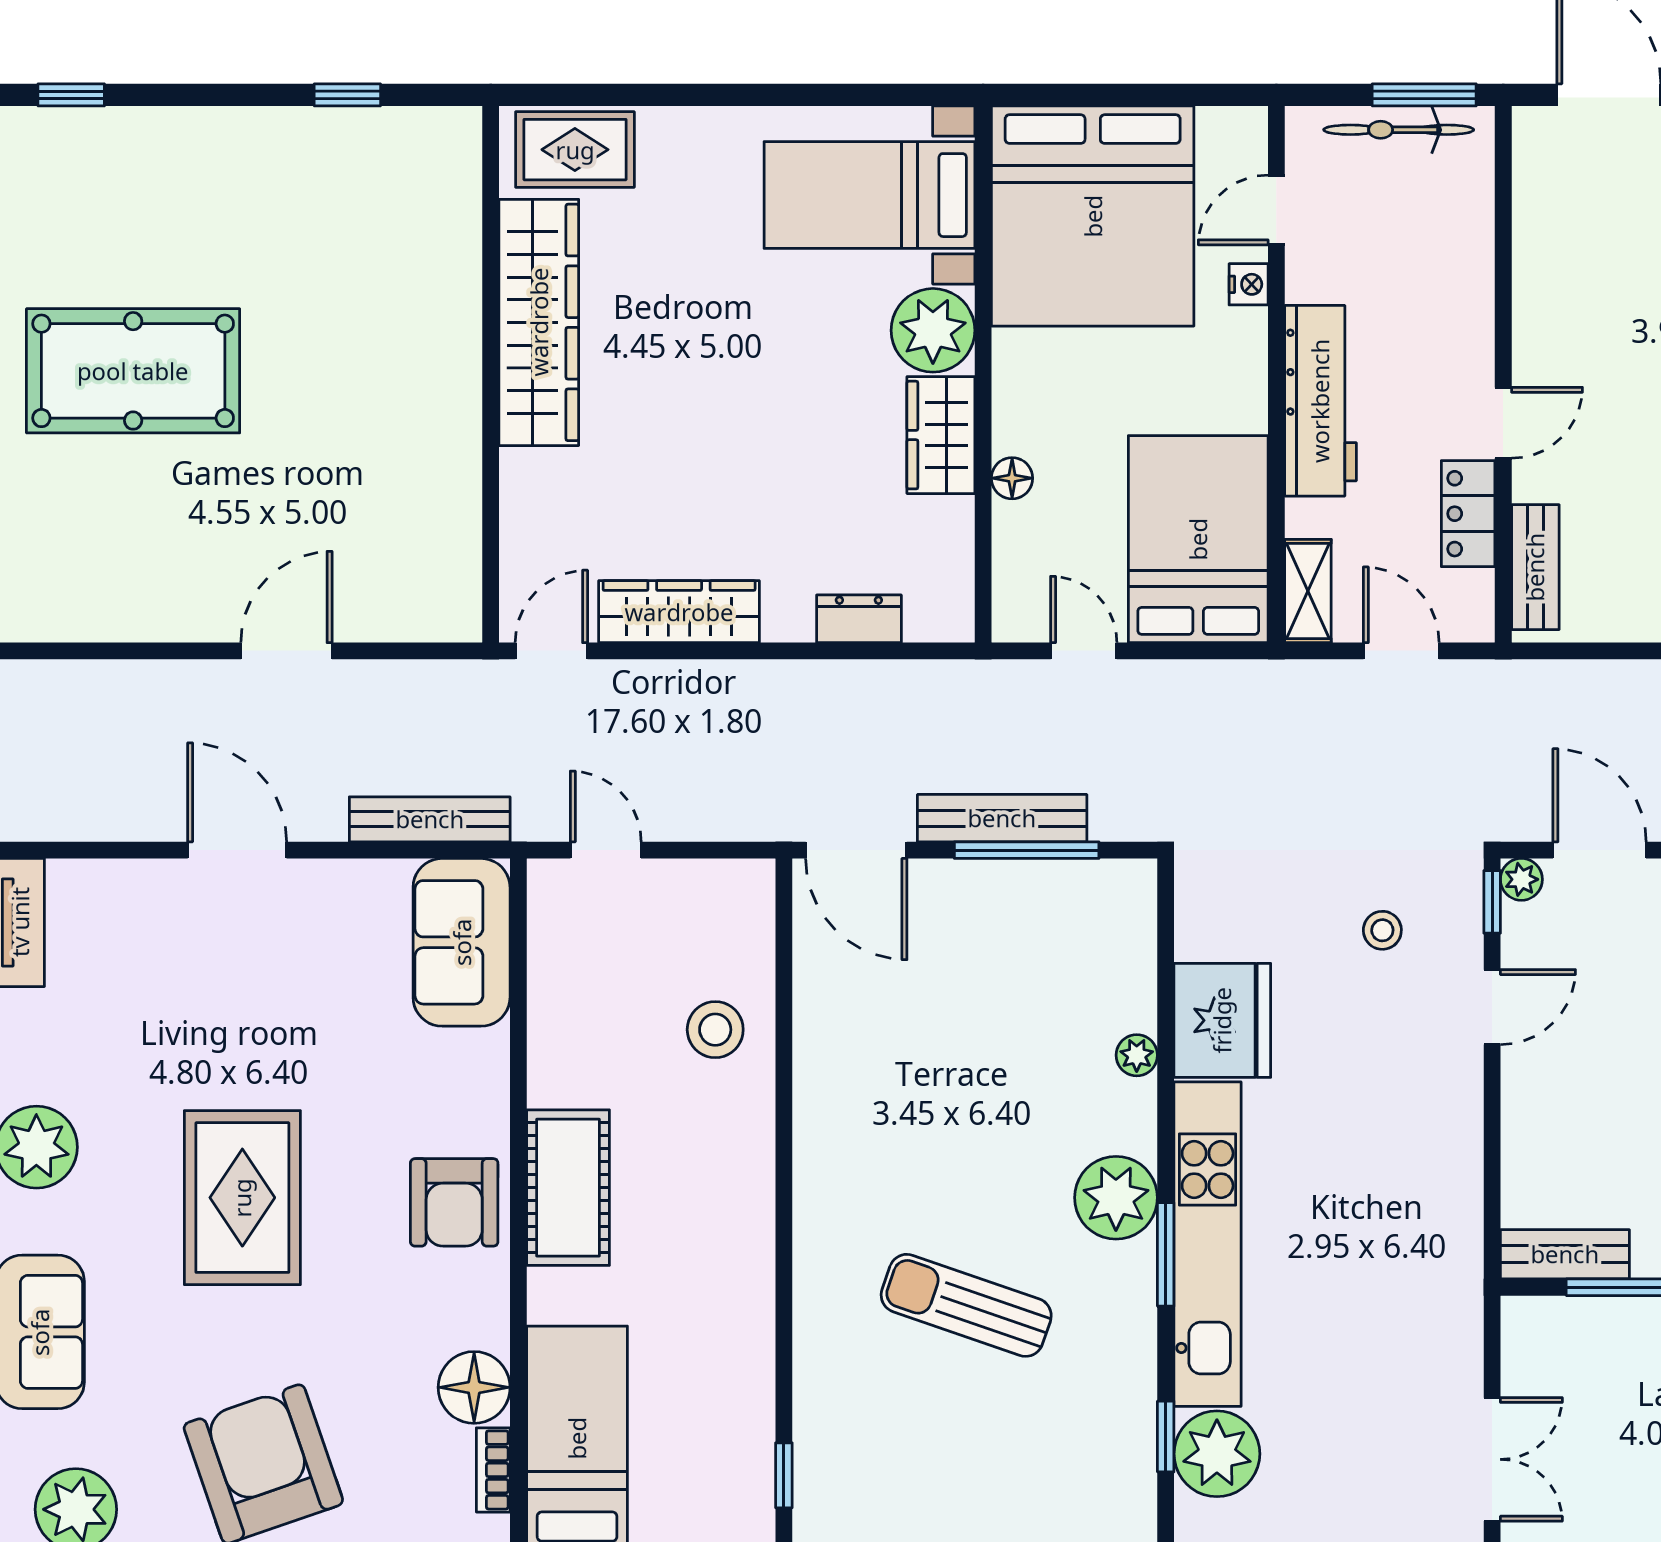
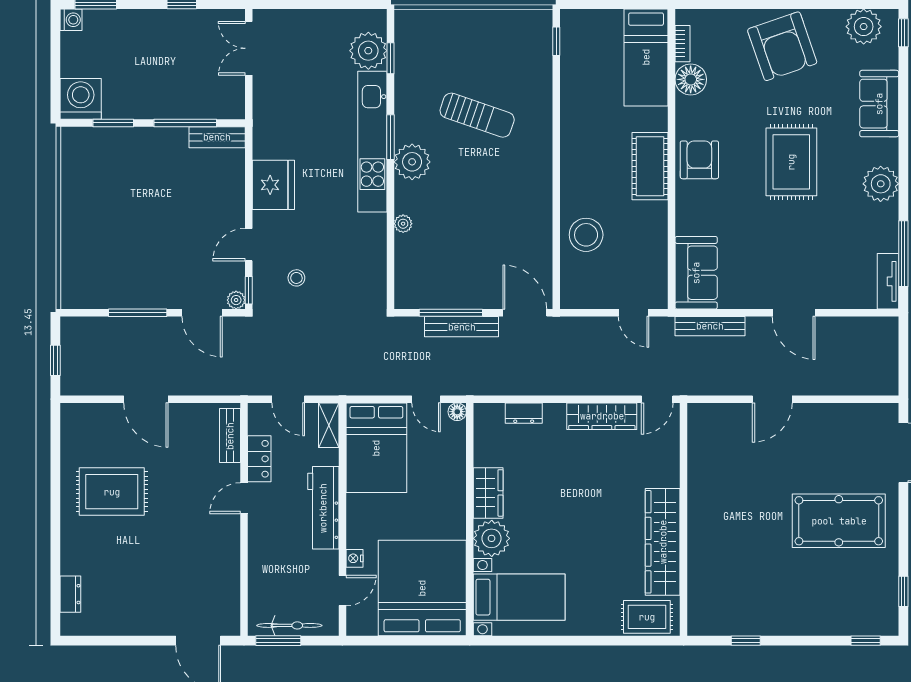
floor lamp: (1012, 478) -> (457, 412), moved
fridge: (1222, 1020) -> (273, 185), moved, turned 180
stool: (715, 1030) -> (586, 235), width x1.38, depth x1.38

